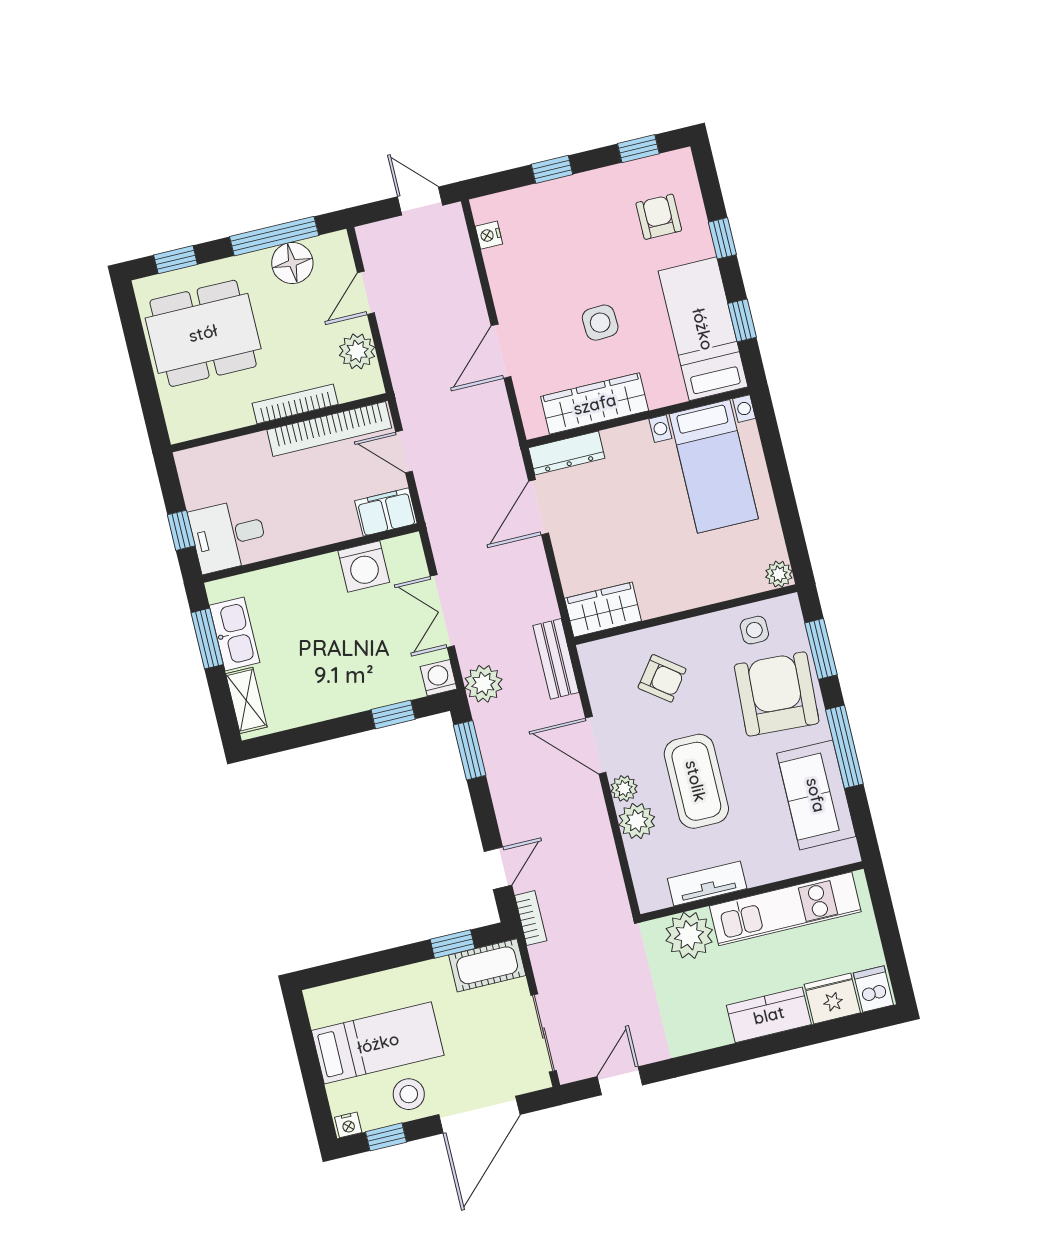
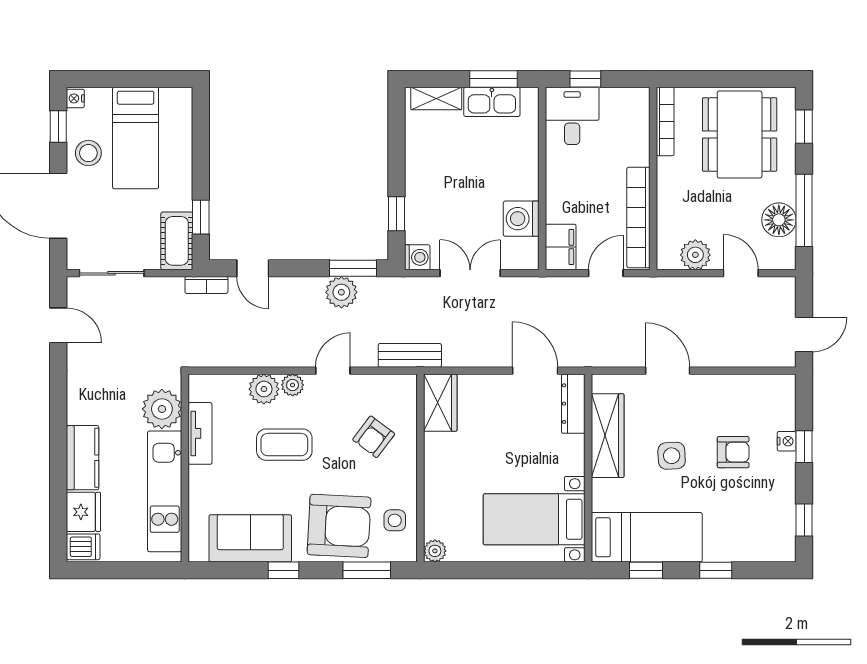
armchair: (659, 217) -> (733, 452), moved
nightstand: (489, 235) -> (787, 441), moved, turned 90
bookcase: (295, 404) -> (665, 121), moved
plant: (483, 684) -> (341, 292), moved
door: (596, 745) -> (333, 371), width x0.73
window: (844, 747) -> (283, 570), width x0.46
coffee table: (696, 781) -> (284, 445), width x0.73, depth x0.76

